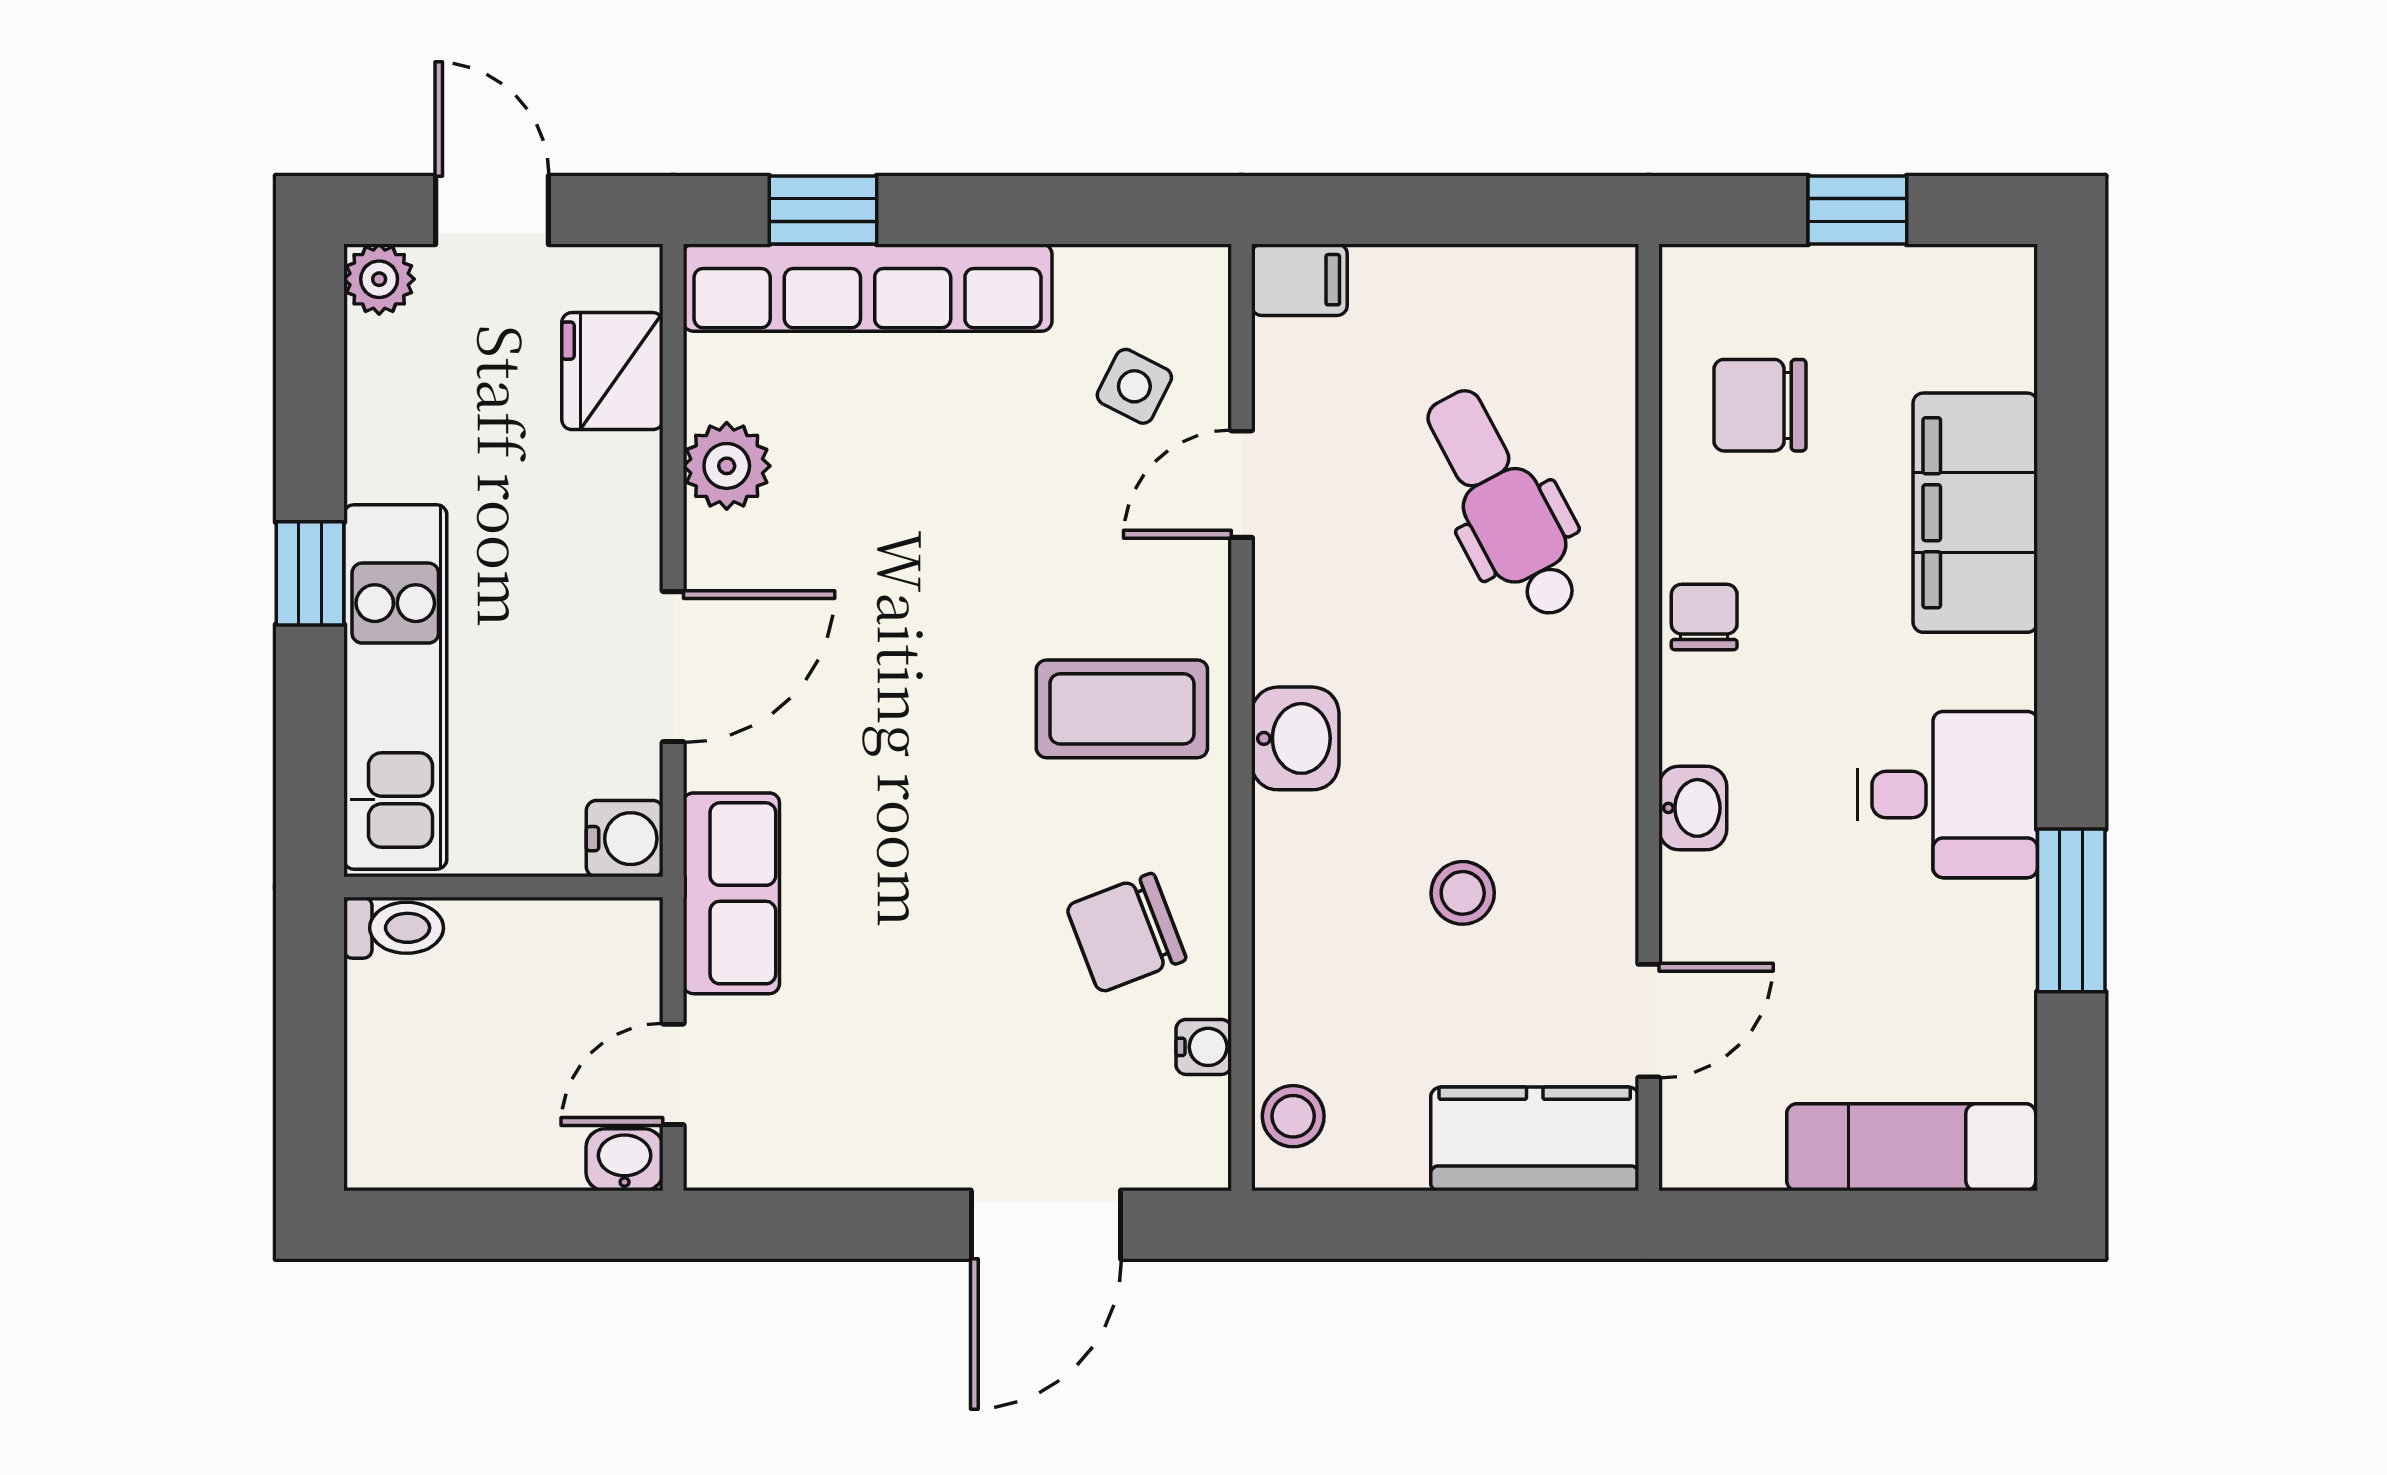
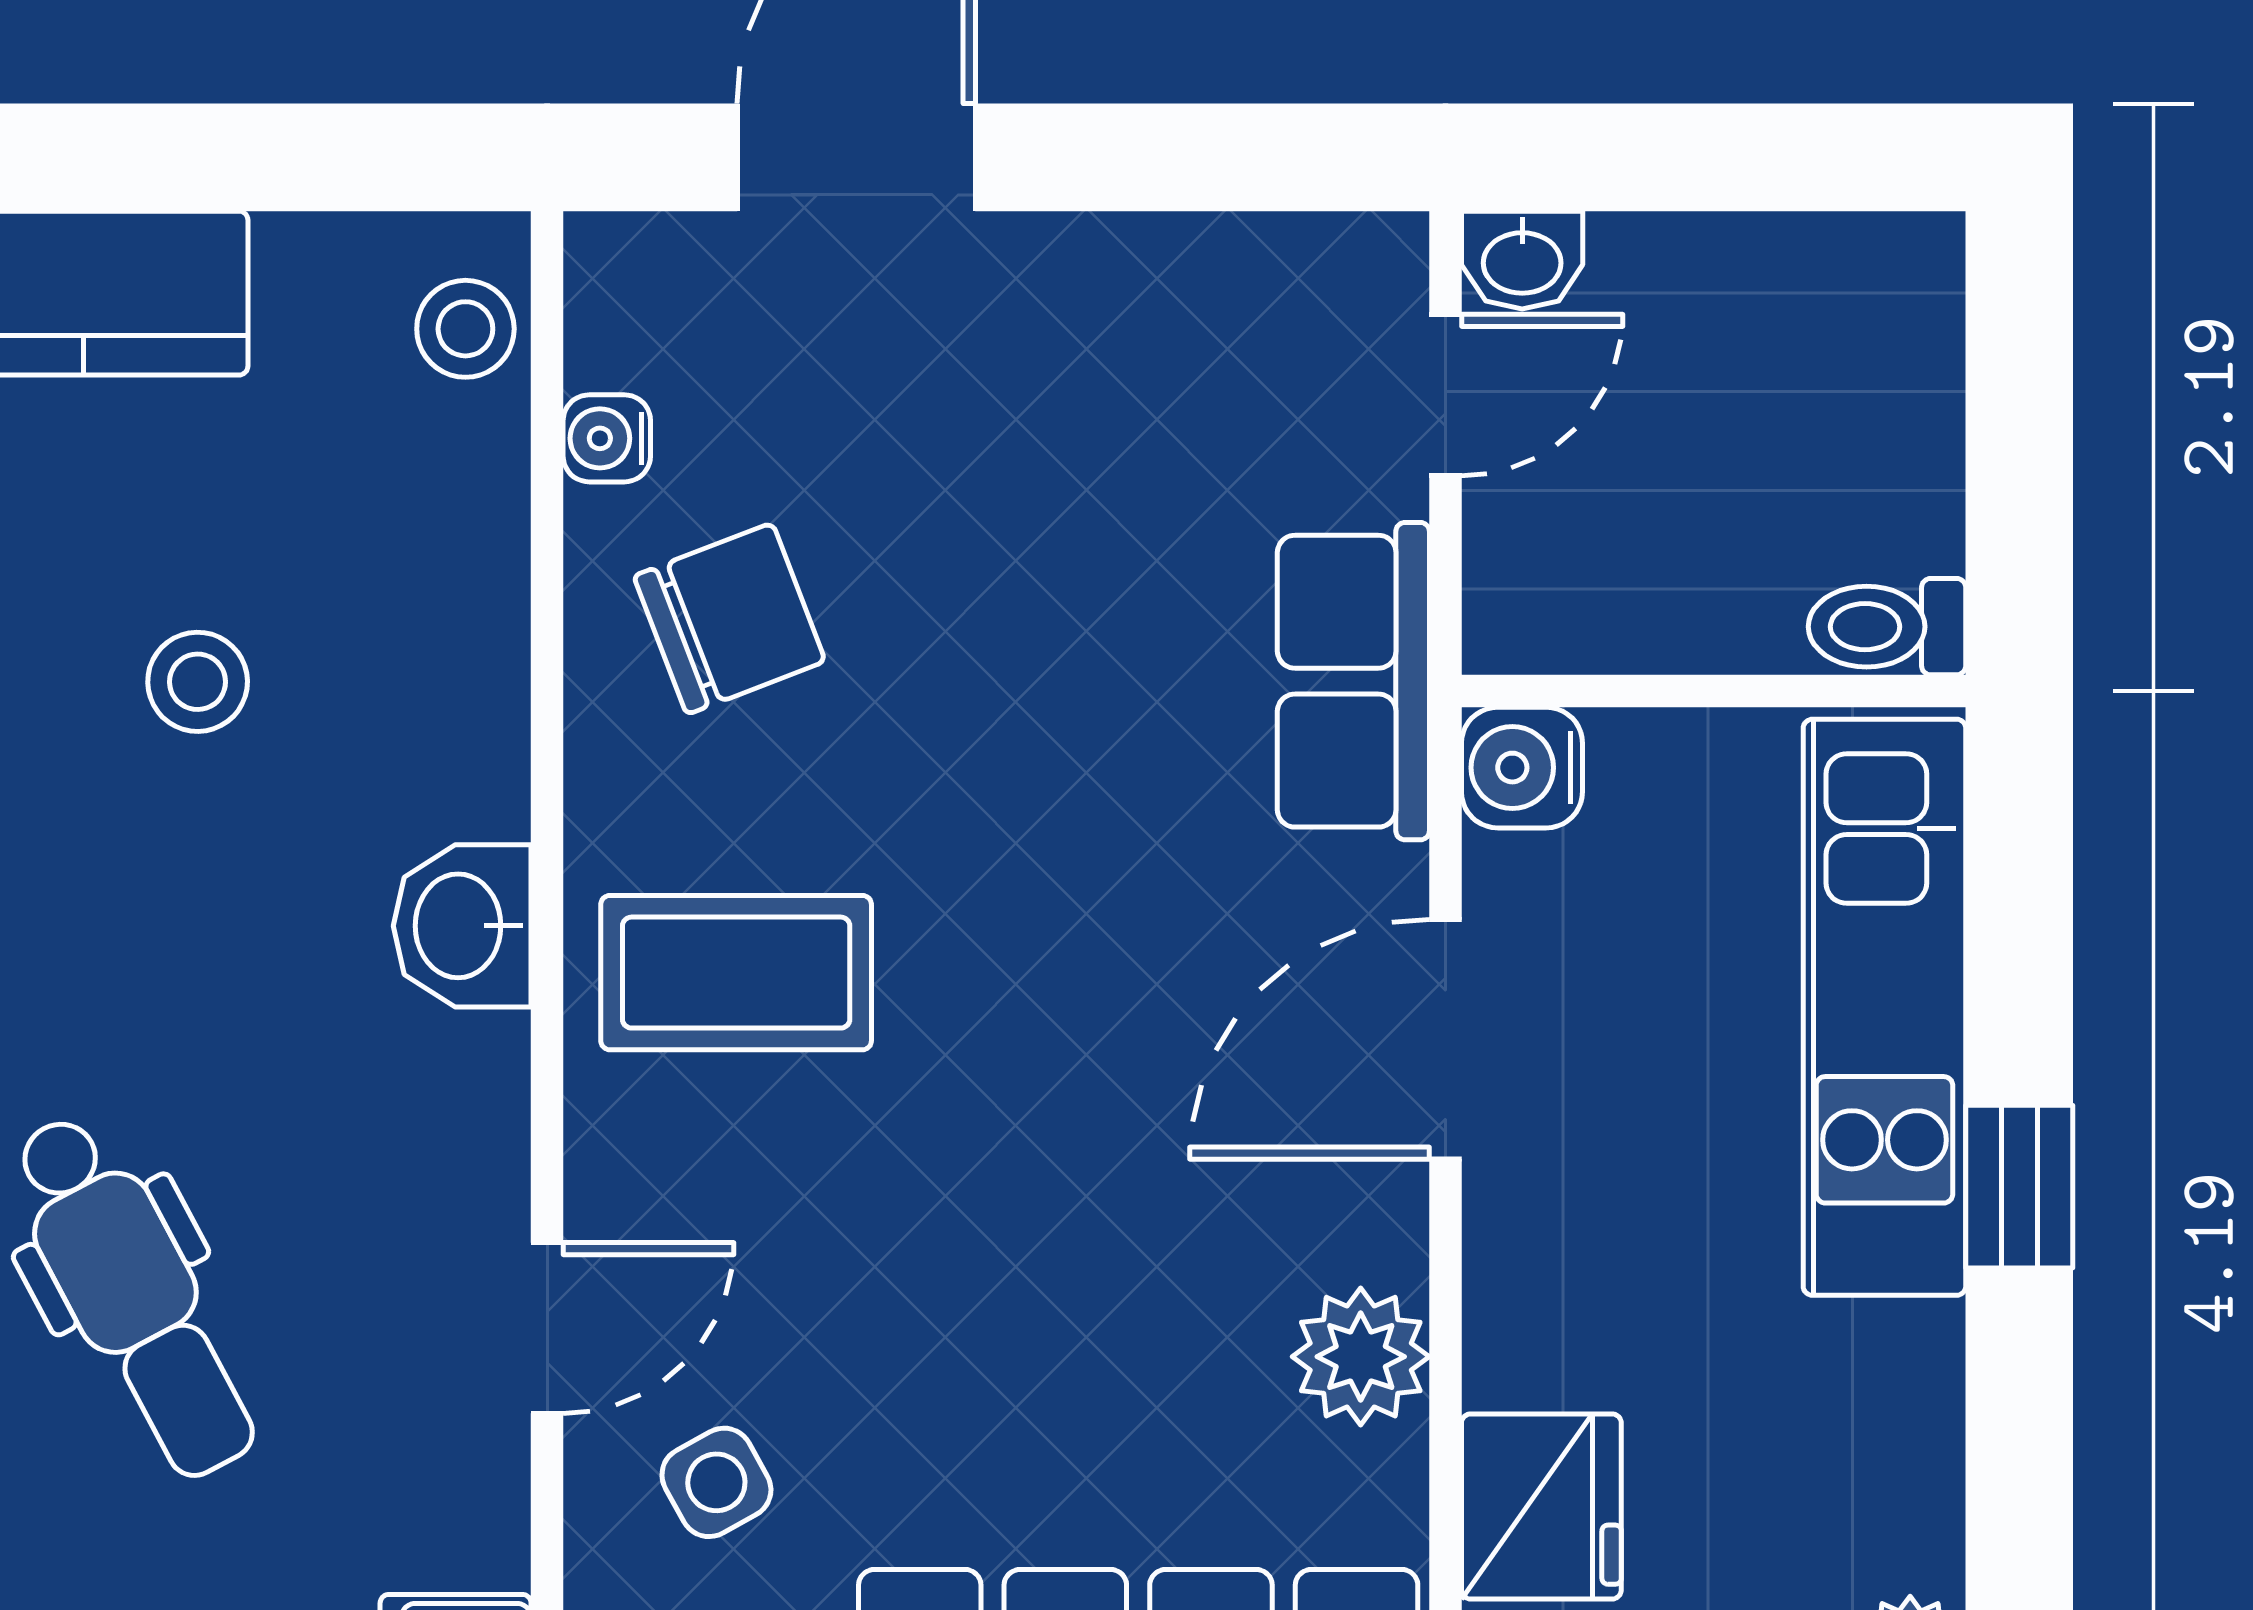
side table: (1134, 386) -> (716, 1482), turned 34

